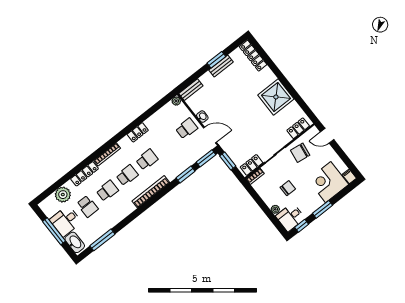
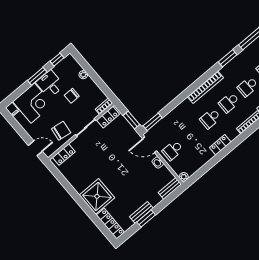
shower: (276, 97) -> (97, 196), moved
window: (186, 174) -> (228, 58), moved
desk: (290, 217) -> (50, 84), moved, turned -90

